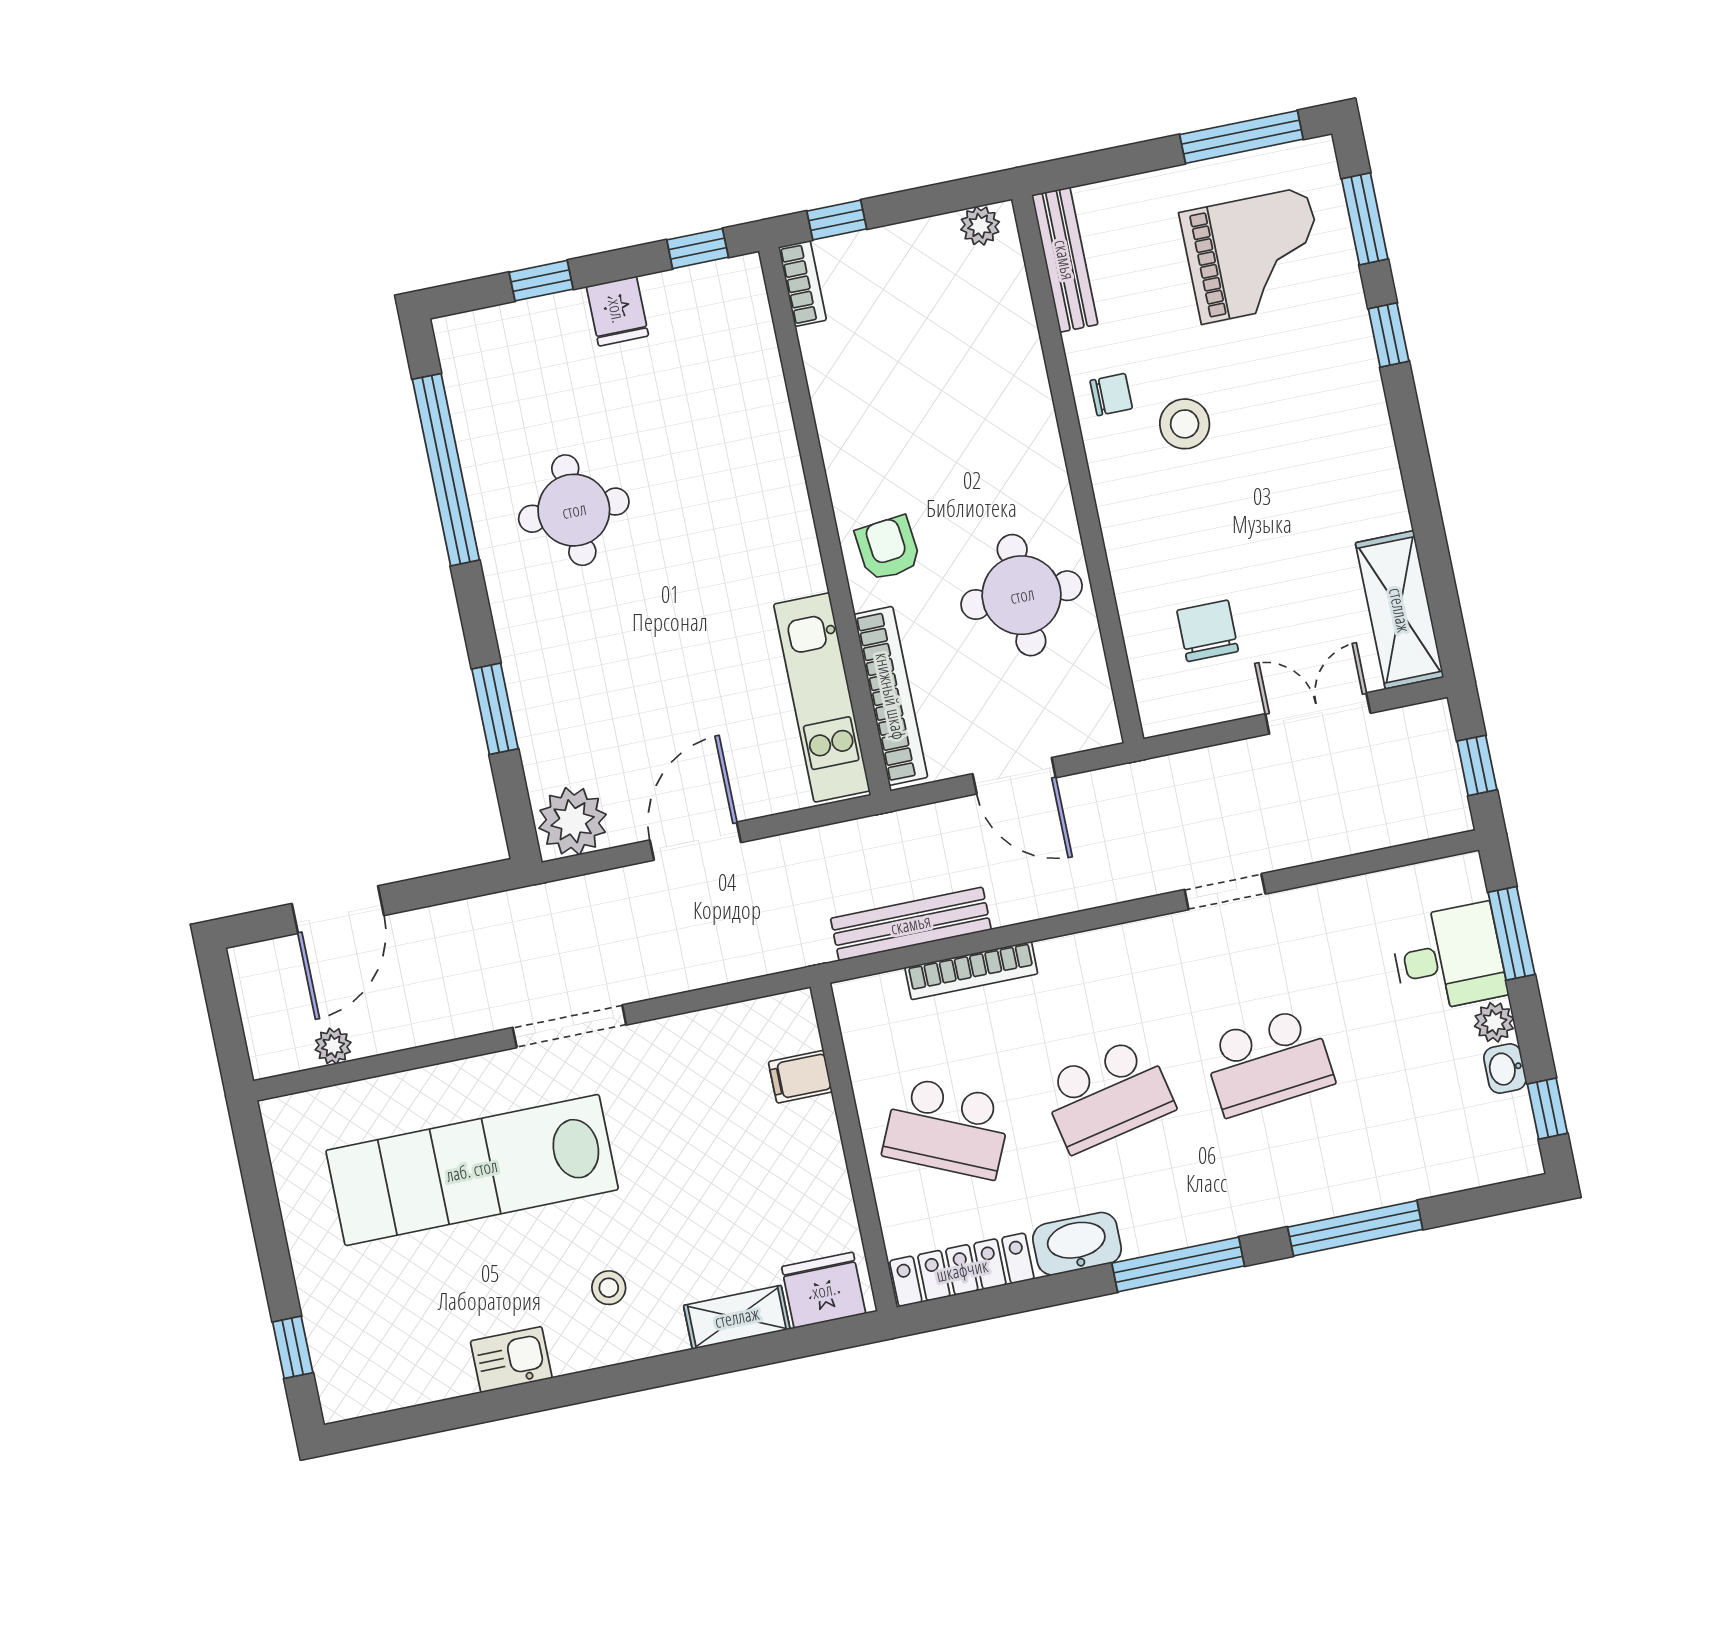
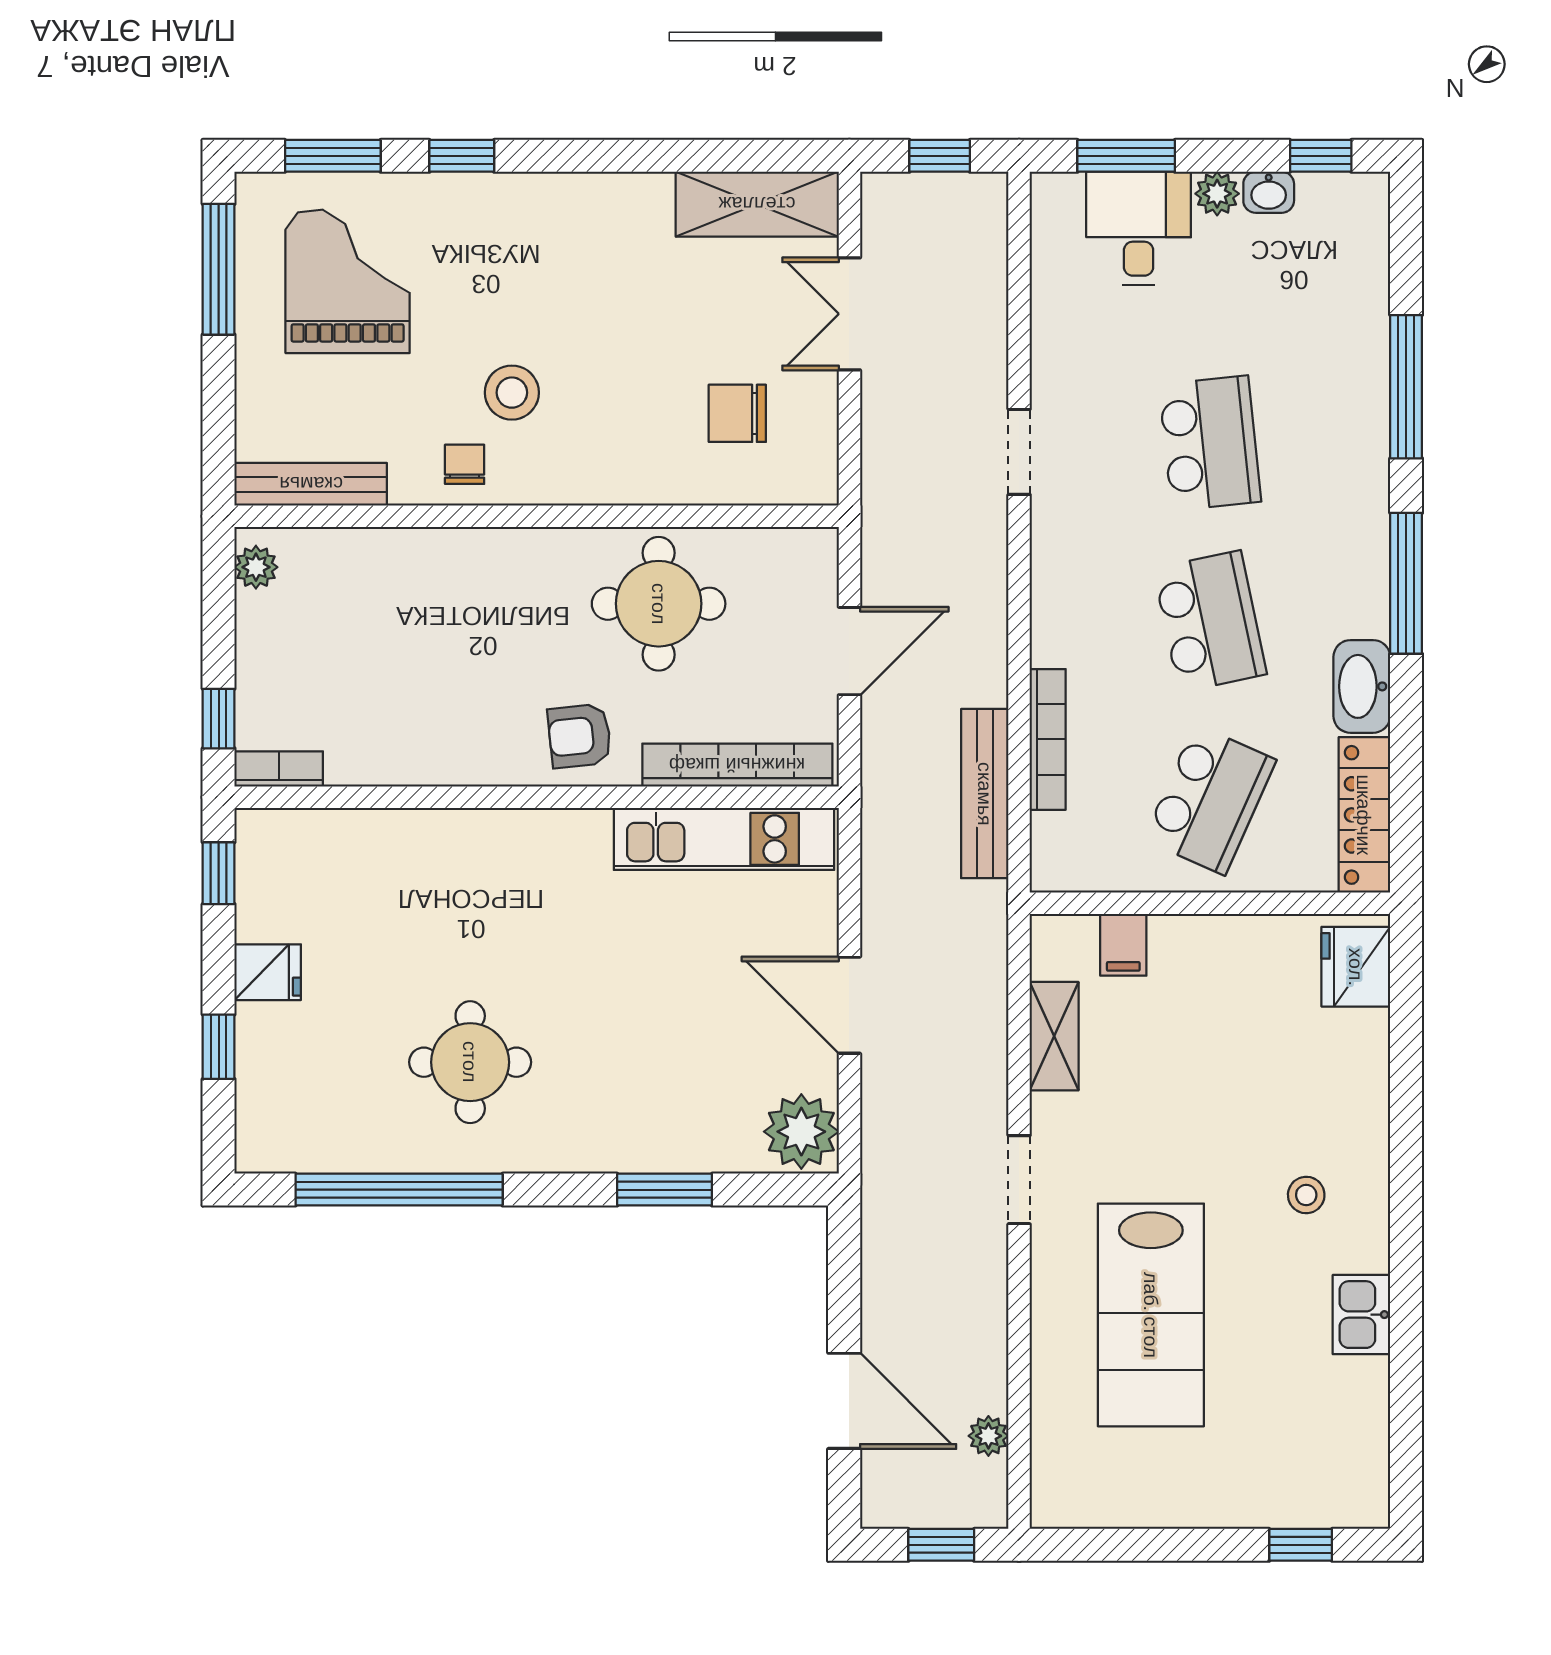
window: (226, 1024) -> (941, 1545), added
doorway: (569, 1026) -> (1019, 1180), width x0.73
lab bench: (472, 1170) -> (1151, 1315), width x0.73
shelving: (737, 1317) -> (1054, 1036), moved

